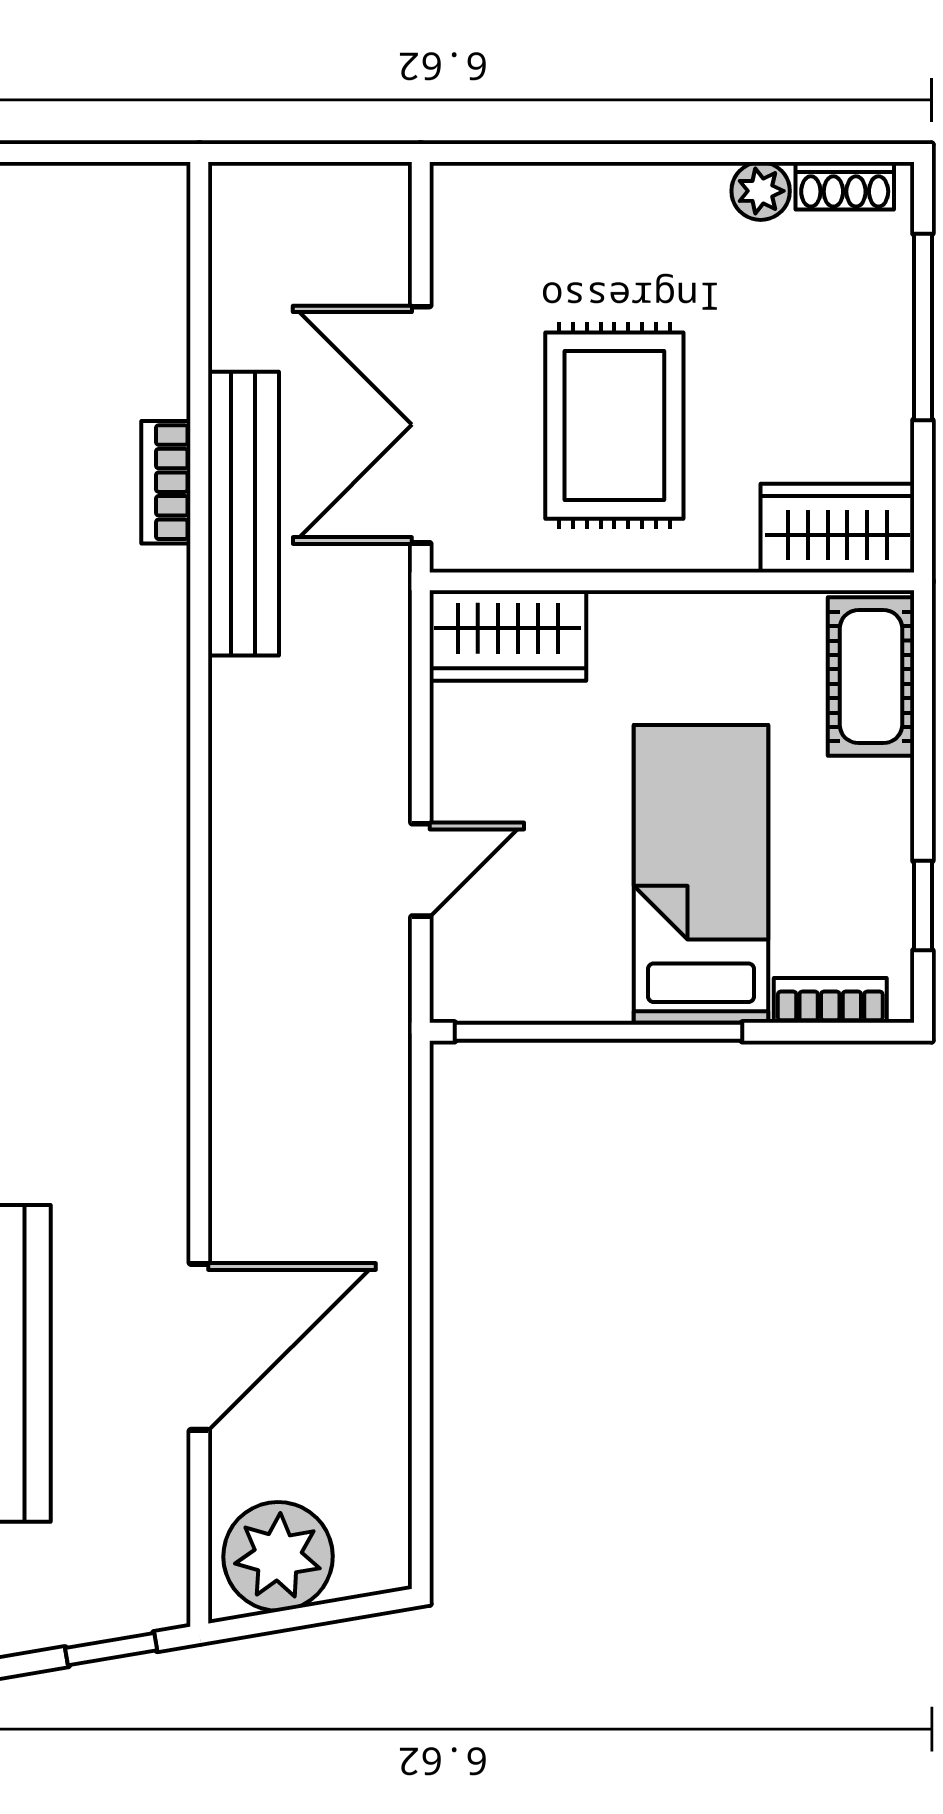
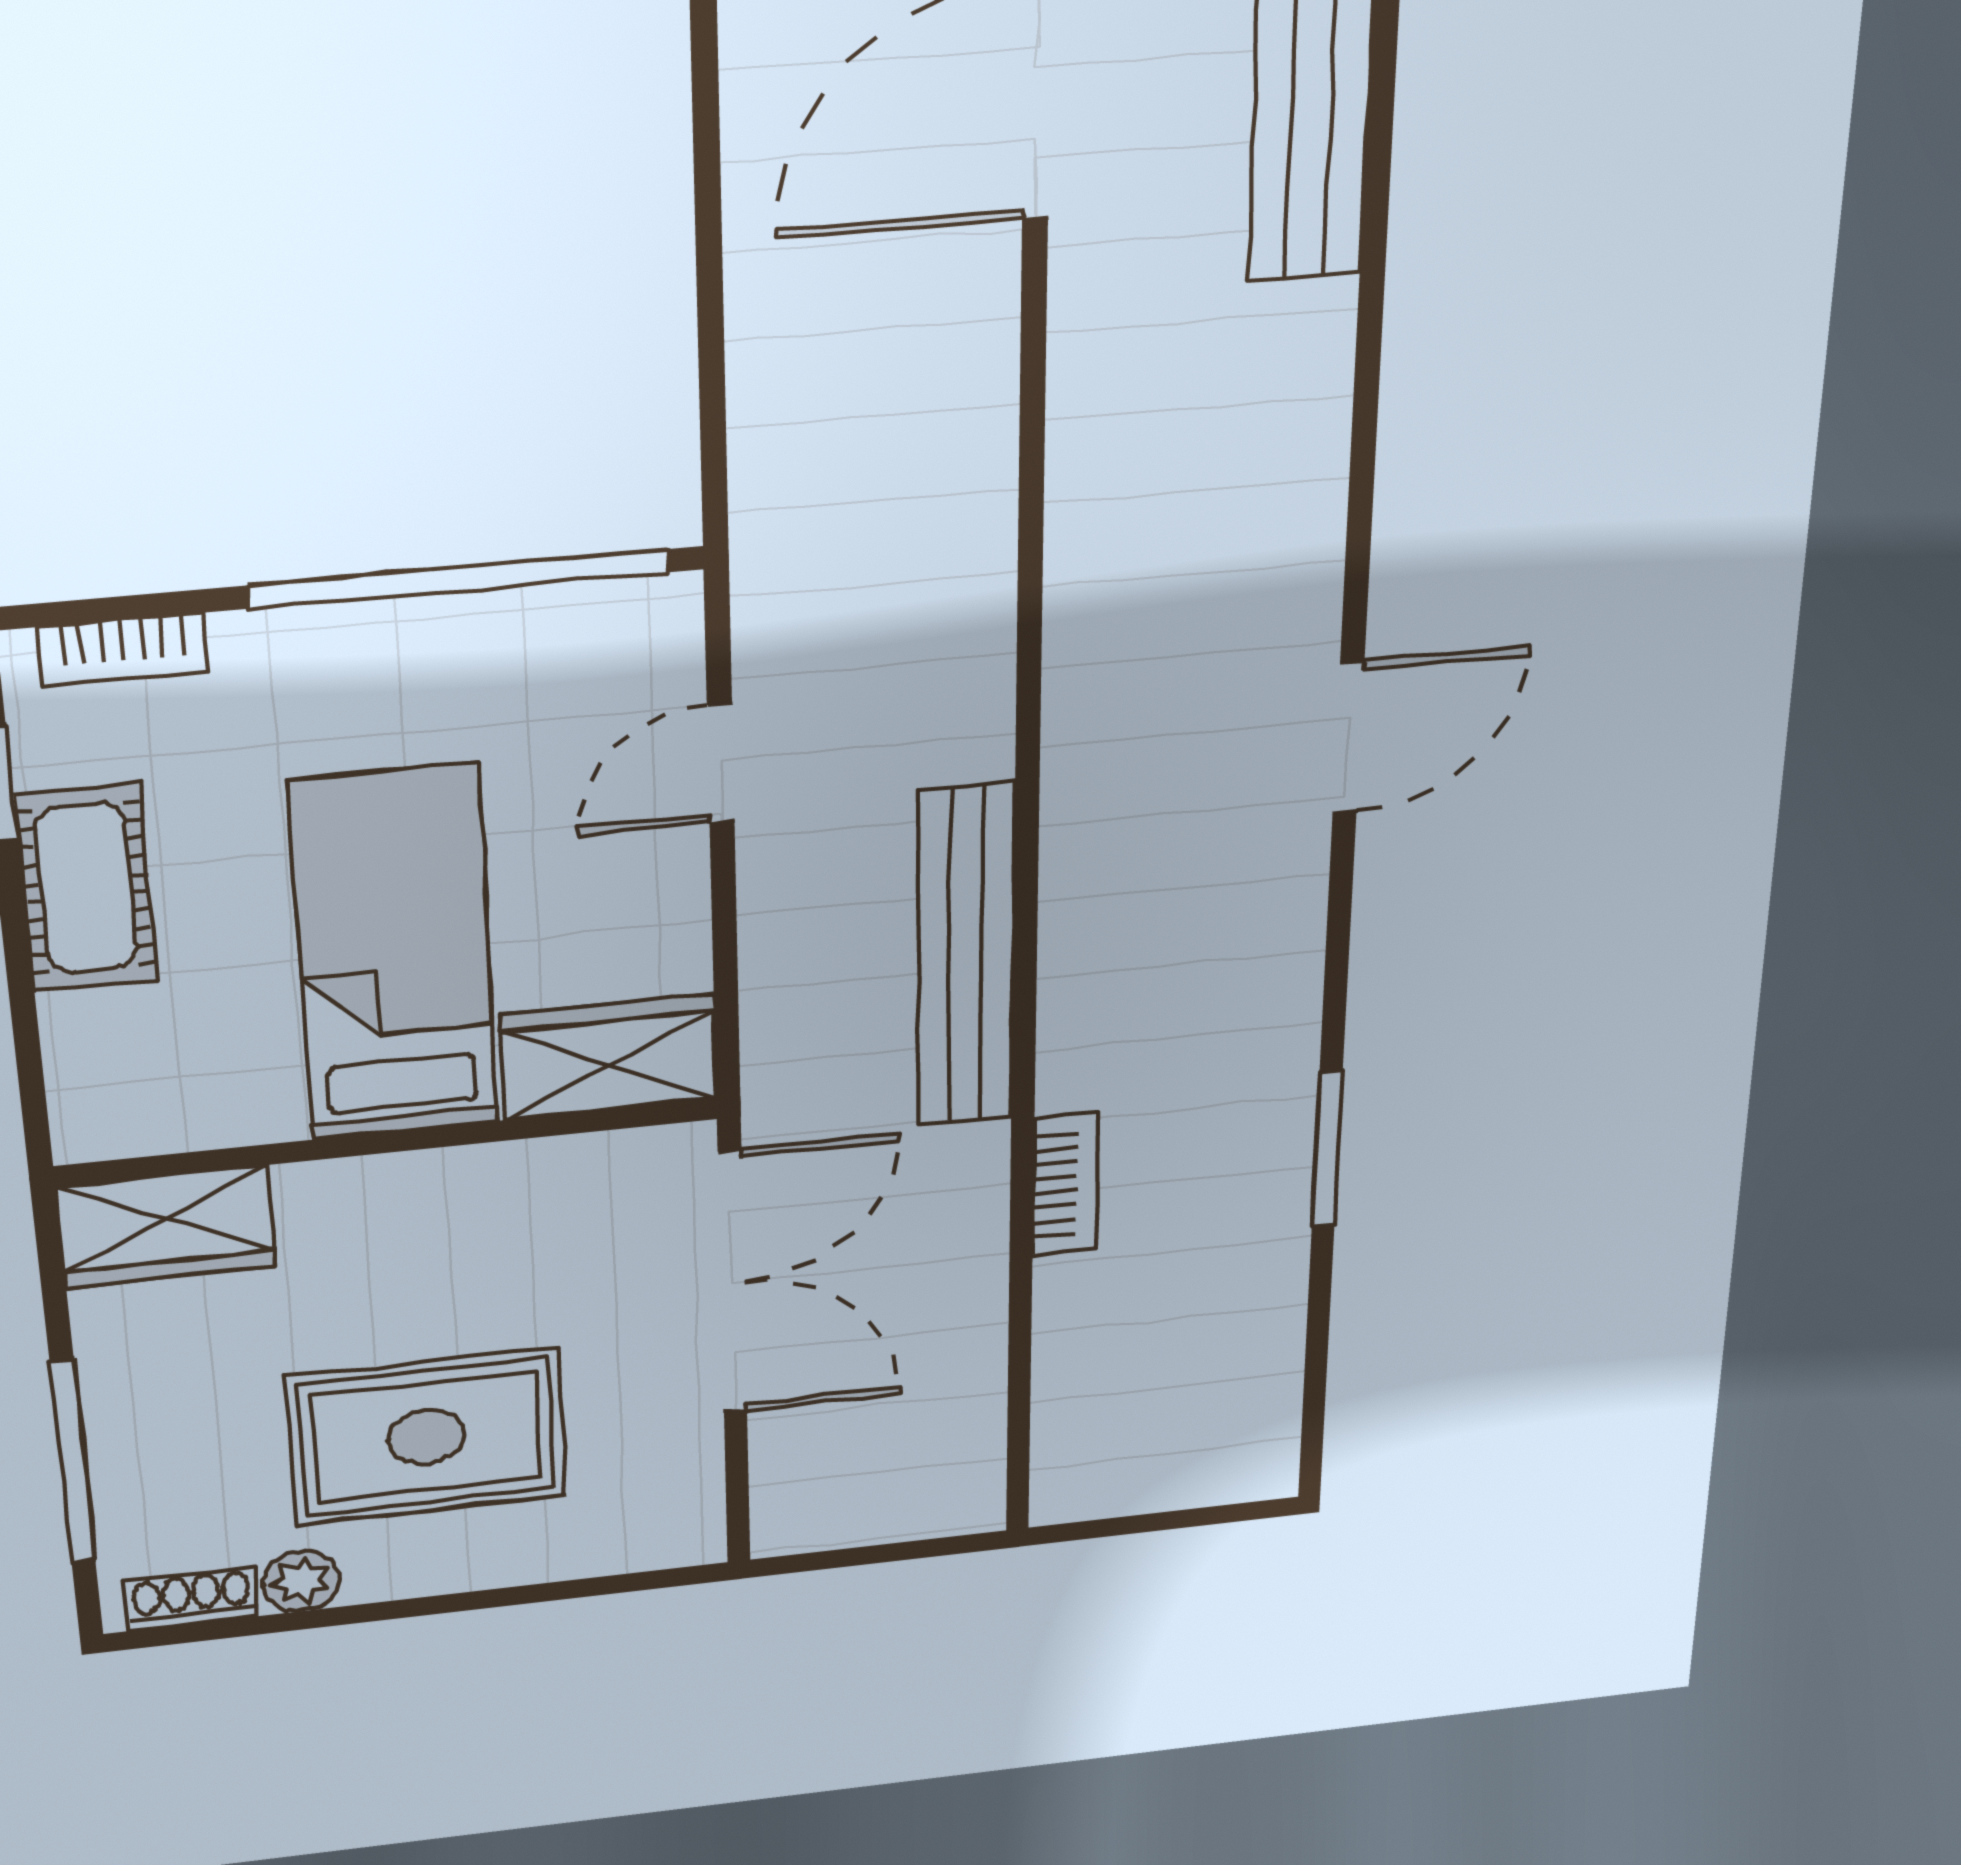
rug: (614, 426) -> (427, 1437), moved, turned 90
bench: (243, 514) -> (966, 956), moved
cot: (871, 677) -> (86, 888), moved
bed: (701, 874) -> (394, 955), moved, turned 180

